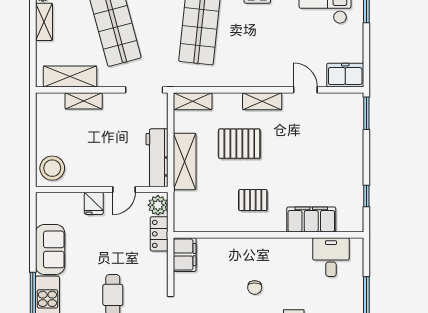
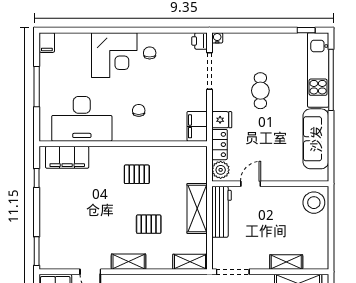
pallet: (239, 144) -> (149, 224), width x0.67, depth x0.71
fridge: (94, 203) -> (222, 120), moved, turned 90
filing cabinet: (311, 219) -> (67, 157), moved
sofa: (50, 249) -> (316, 139), width x1.36
desk: (331, 257) -> (82, 119), width x1.87, depth x1.30
chair: (255, 288) -> (139, 110), moved

